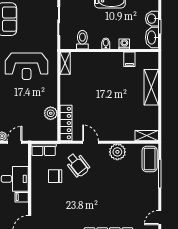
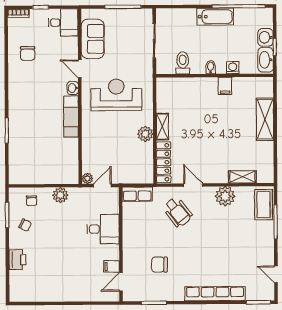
filing cabinet: (129, 59) -> (225, 86), moved
shelving: (65, 63) -> (162, 127), moved
reception desk: (27, 66) -> (116, 95), turned 180
plant: (51, 113) -> (145, 134), moved
shelving: (147, 136) -> (242, 177), moved
chair: (55, 176) -> (159, 265), moved
filing cabinet: (22, 197) -> (111, 266), moved
door: (160, 218) -> (276, 274), hinge flipped

